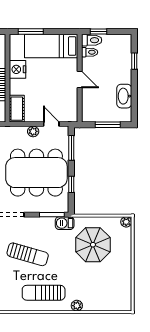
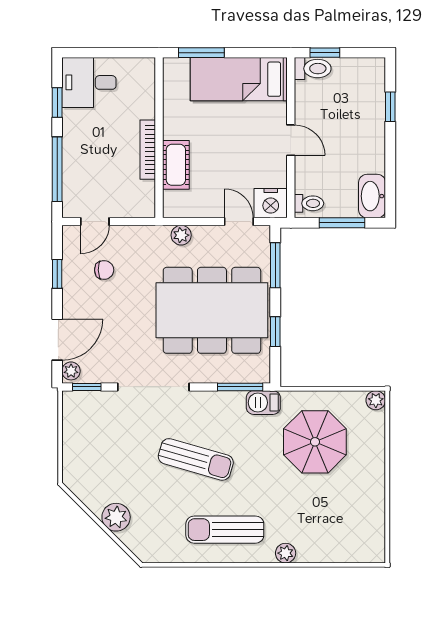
toilet: (90, 52) -> (309, 203), moved
nightstand: (18, 69) -> (271, 203), moved, turned -90
washbasin: (124, 96) -> (372, 196), moved
cot: (17, 109) -> (176, 165), moved
plant: (33, 131) -> (181, 235), moved

